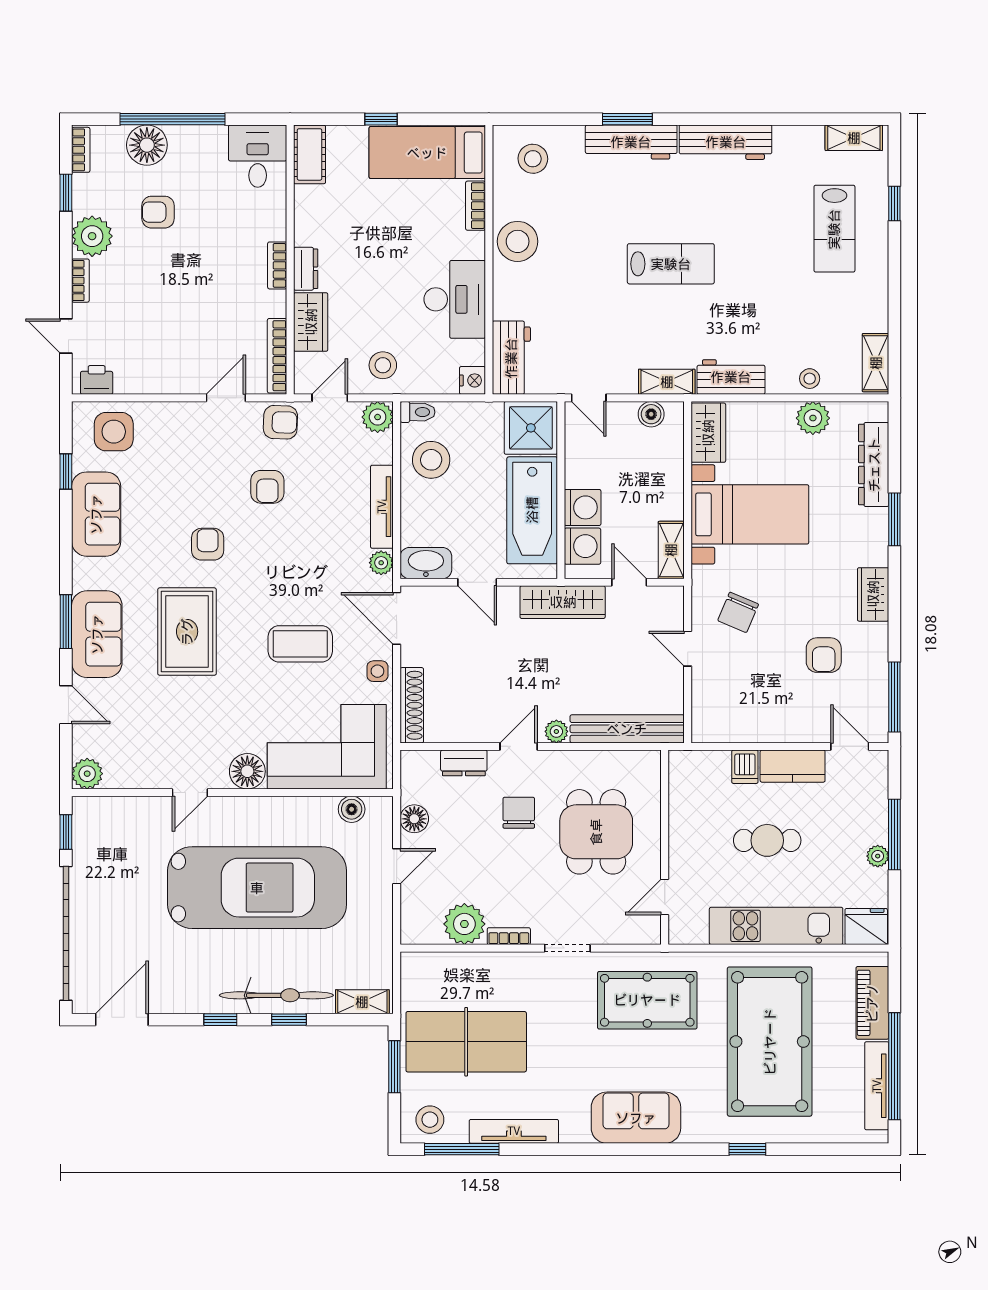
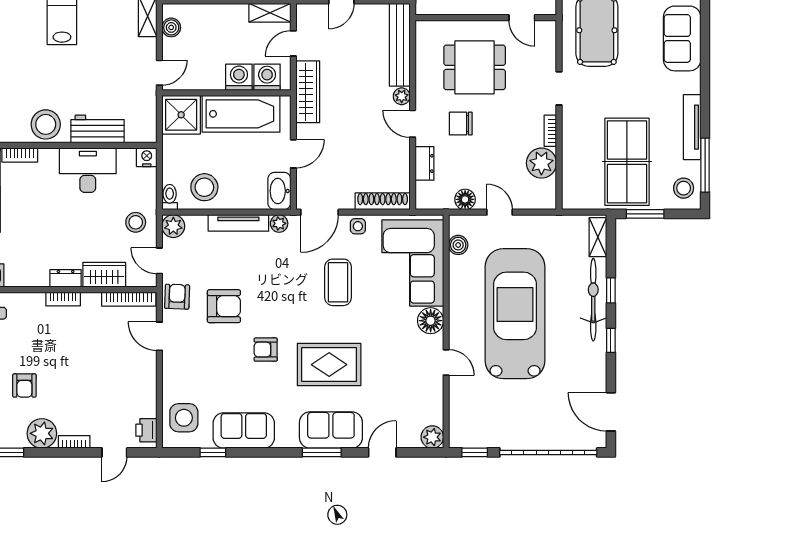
workbench: (511, 358) -> (97, 129), moved
armchair: (267, 487) -> (224, 306), width x1.38, depth x1.38

